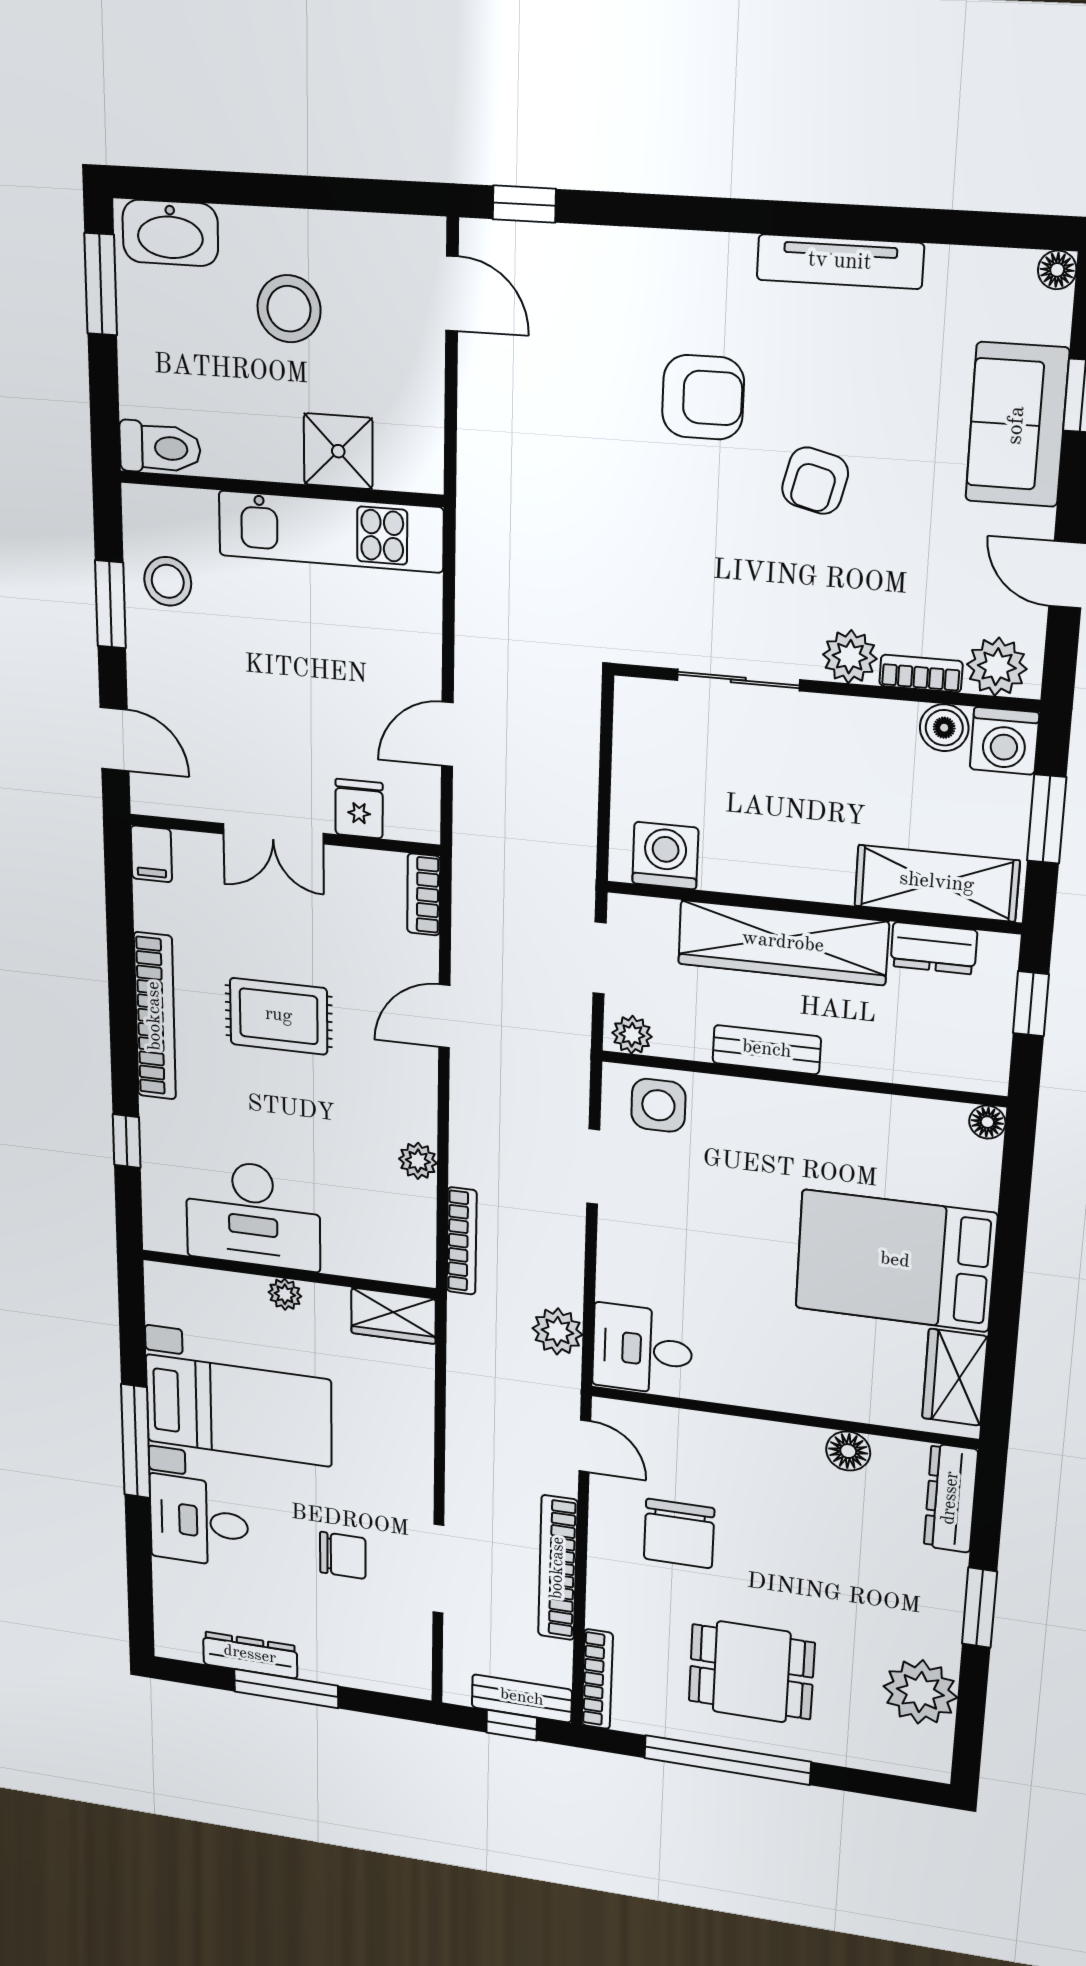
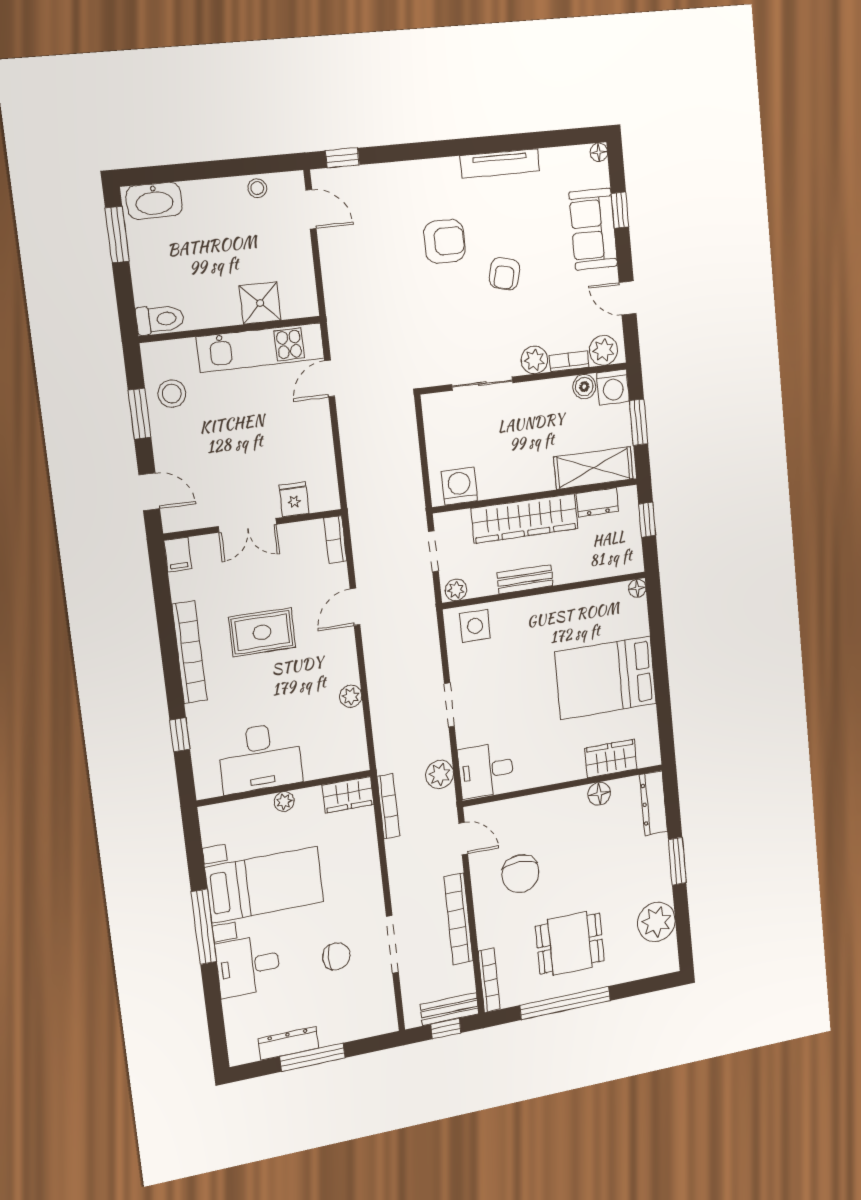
stool: (289, 309) -> (257, 188), moved, width x0.53, depth x0.53
door: (447, 734) -> (330, 379), moved
doorway: (593, 1167) -> (449, 705), moved
bookcase: (462, 1241) -> (388, 806), moved
wardrobe: (955, 1377) -> (611, 758), moved, turned 90

